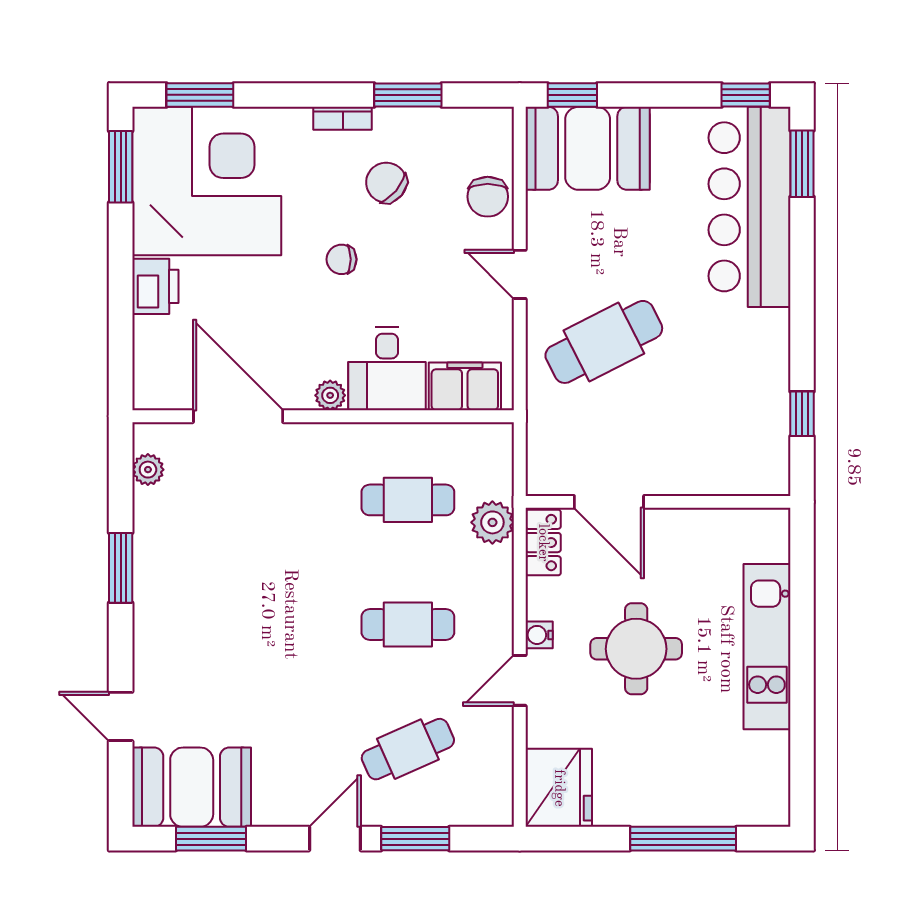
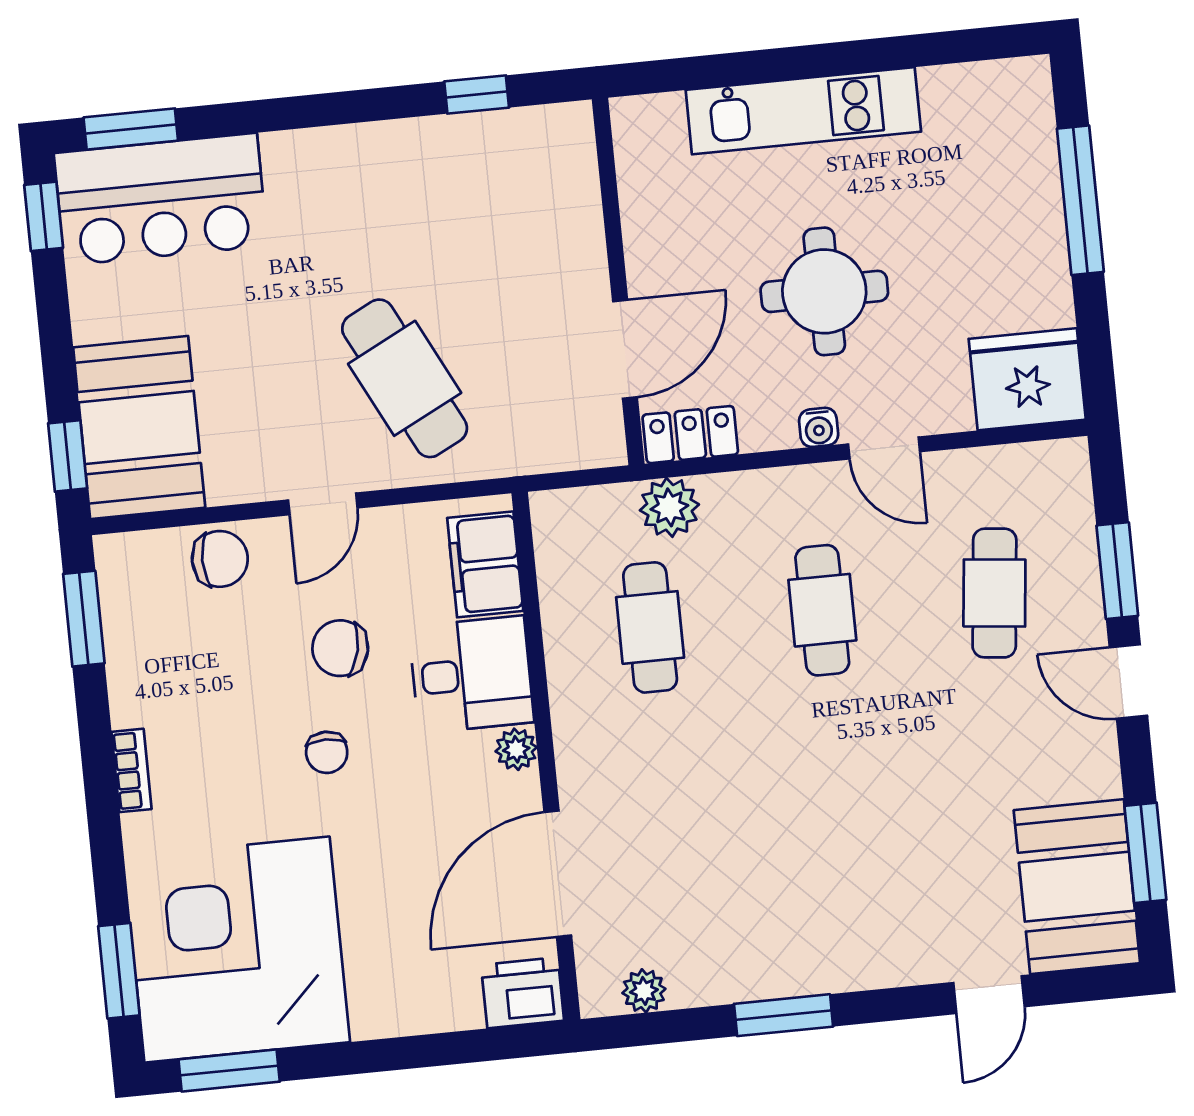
window: (408, 95) -> (84, 619), moved
chair: (386, 183) -> (340, 648), moved, turned 62
bar counter: (750, 207) -> (161, 199), width x0.73
printer: (155, 286) -> (523, 993), moved
cafe table: (408, 749) -> (994, 593), turned 30

